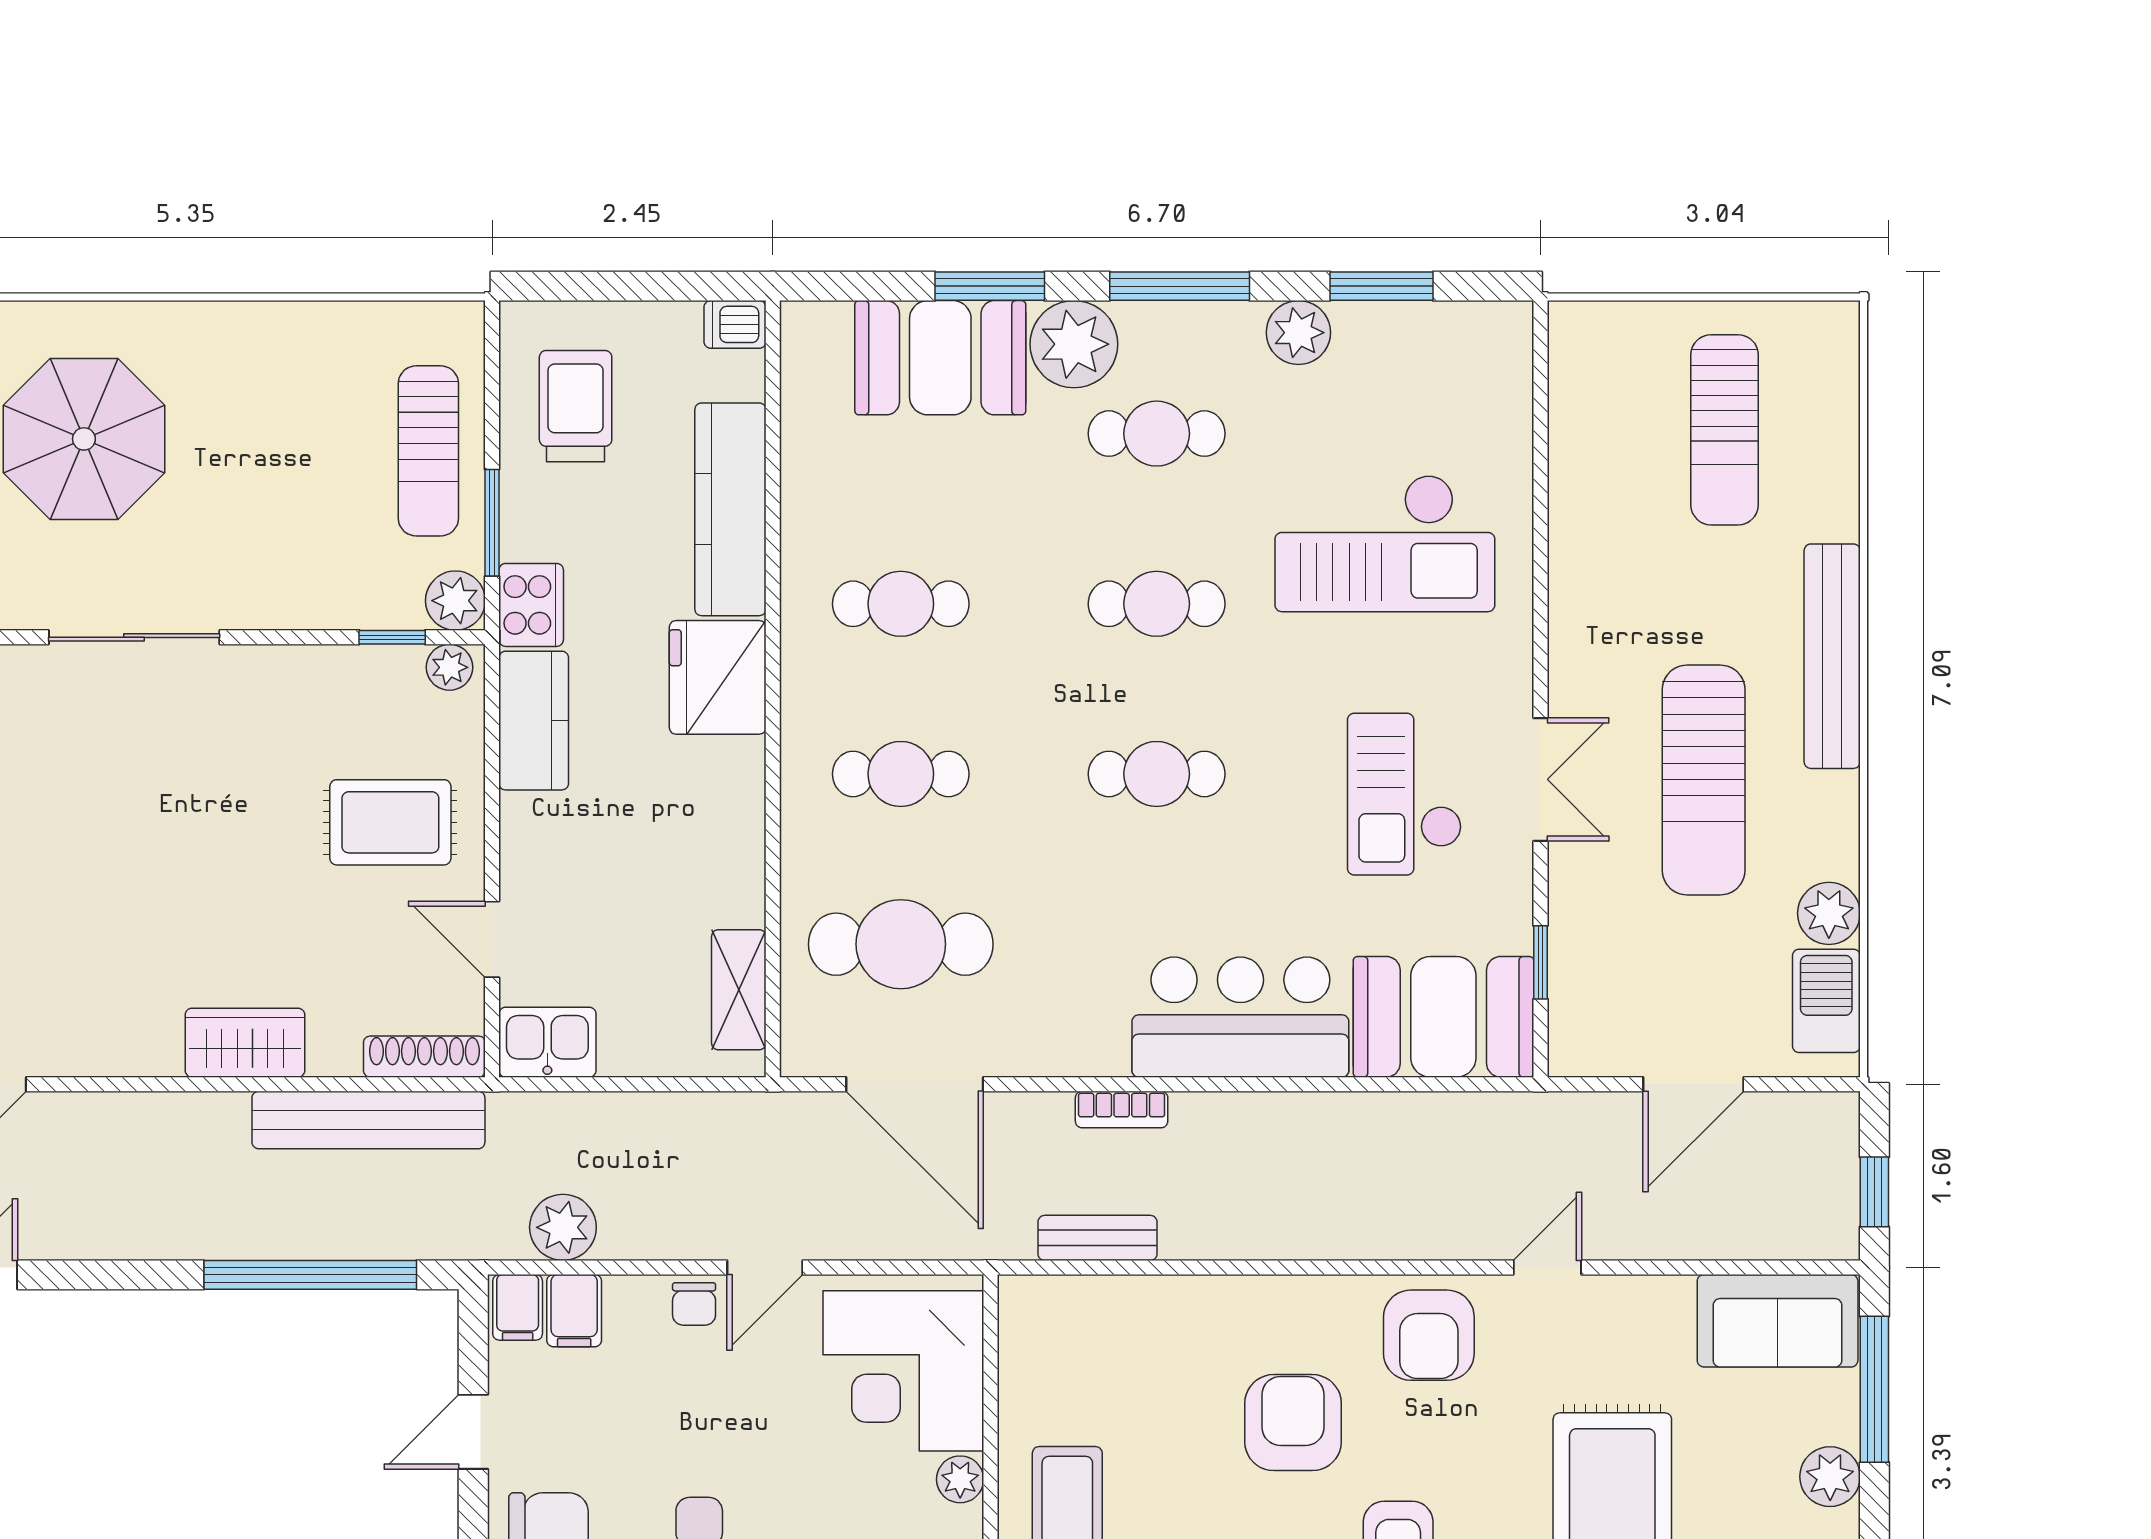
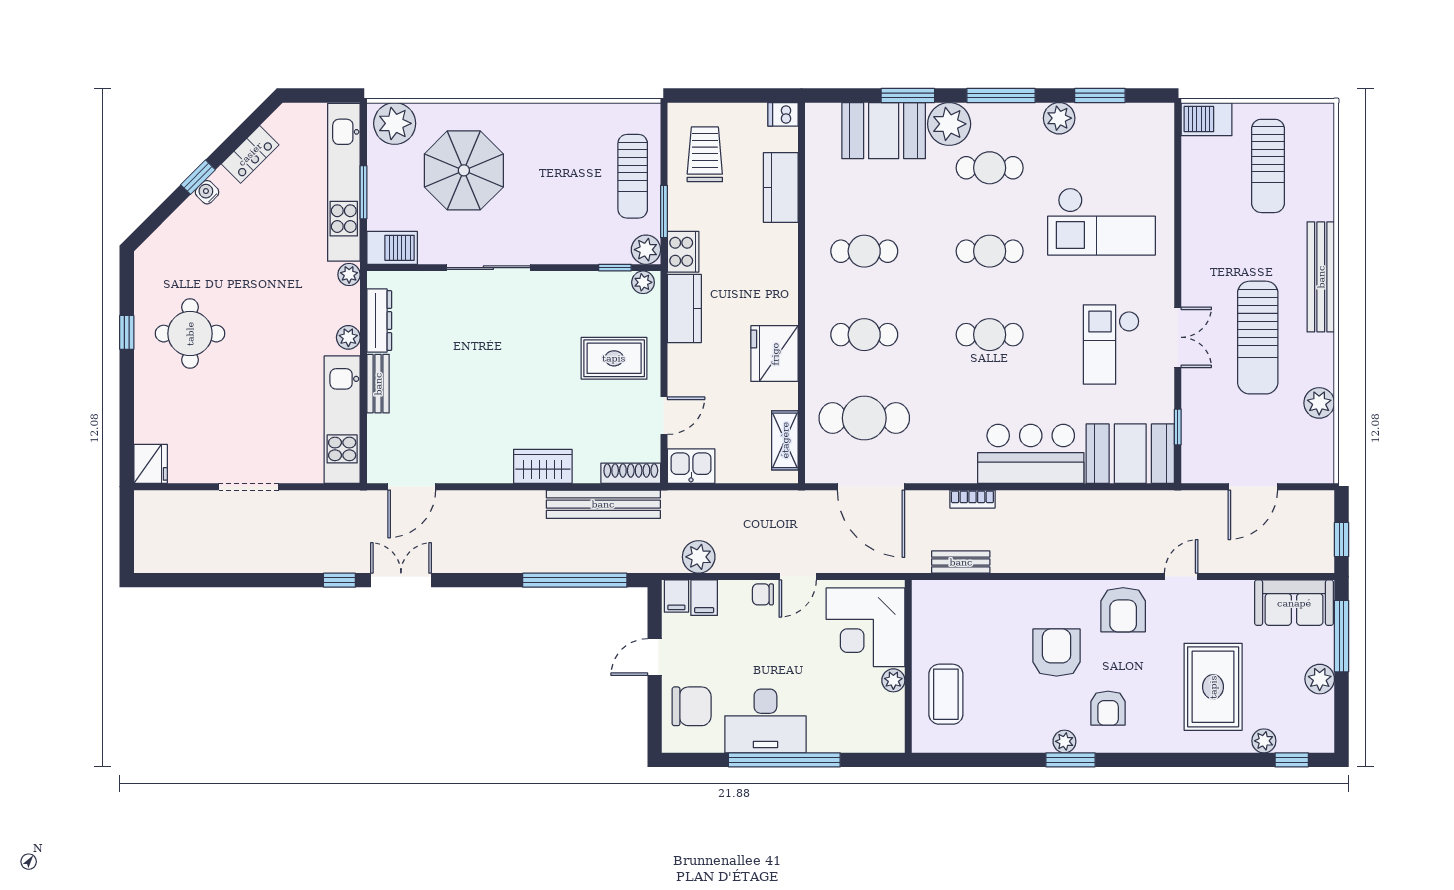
kitchen counter: (730, 509) -> (781, 187), width x0.67
fridge: (718, 677) -> (775, 354), moved
door: (492, 939) -> (664, 416), swing flipped
barbecue: (1826, 1001) -> (1207, 119), moved, turned -90
chair: (694, 1304) -> (763, 594), turned 90

